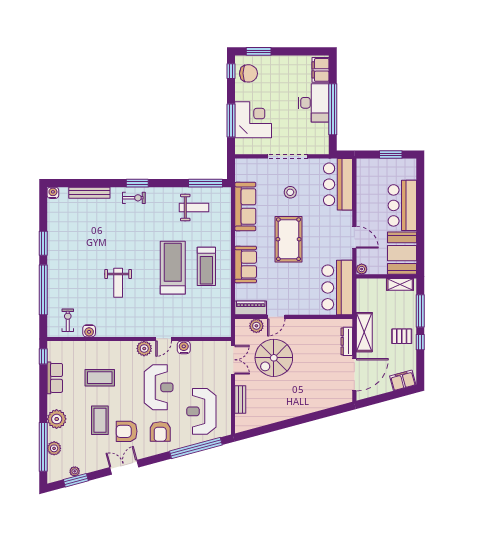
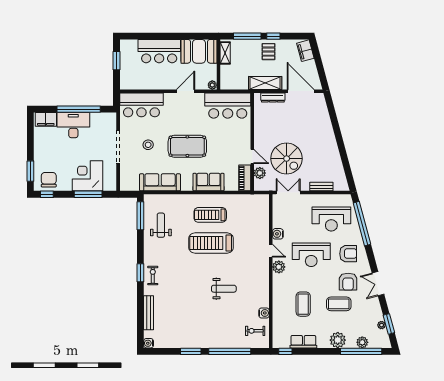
treadmill: (206, 266) -> (210, 215), turned 180
reception desk: (159, 387) -> (311, 255), turned 180

